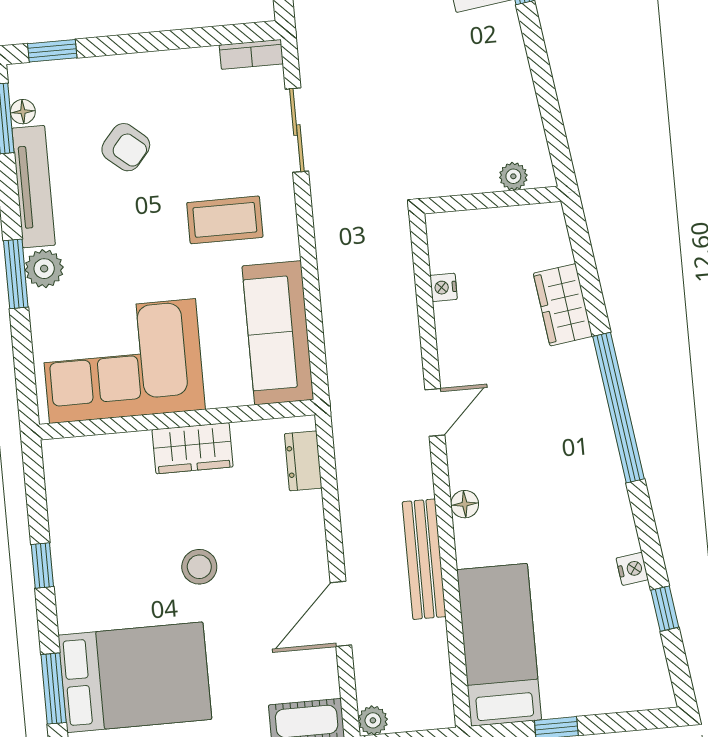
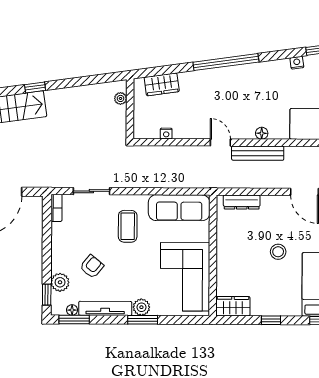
plant: (83, 78) -> (60, 282), added
wardrobe: (563, 305) -> (162, 84), moved
wardrobe: (193, 448) -> (233, 306), moved, turned -90
dresser: (303, 461) -> (242, 202), width x1.44
bench: (424, 559) -> (258, 153), moved

